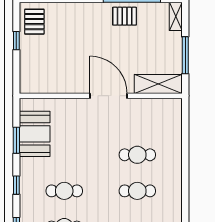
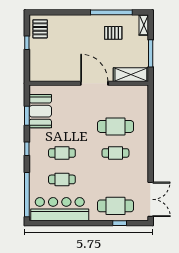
pallet: (125, 16) -> (113, 33), moved
cafe table: (137, 155) -> (115, 126), width x1.37, depth x1.35

